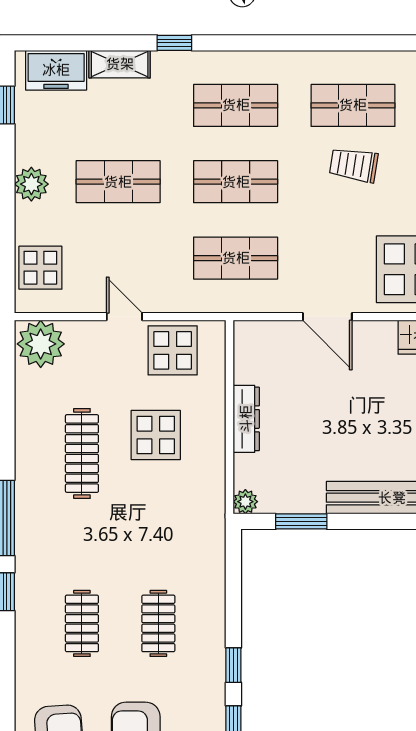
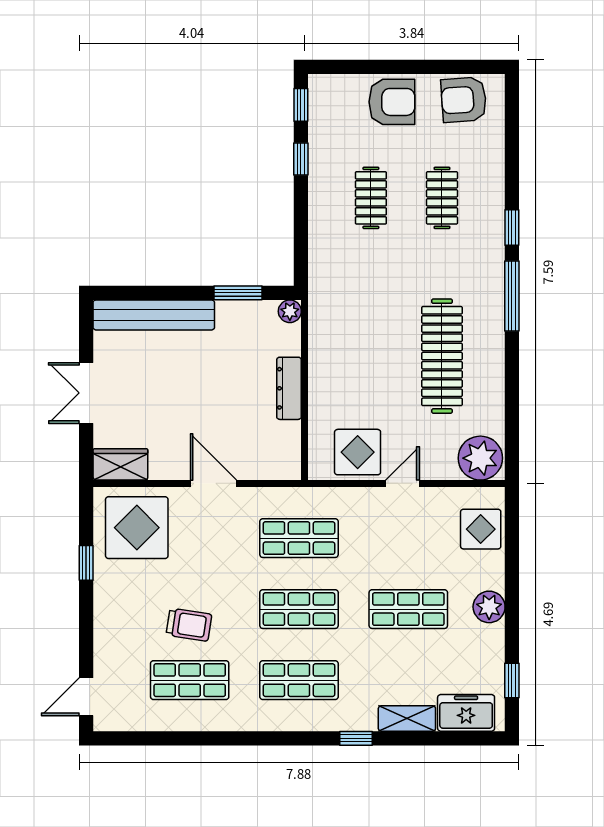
door: (124, 317) -> (402, 483), swing flipped
display table: (156, 435) -> (373, 373), removed
clothes rail: (82, 454) -> (442, 356), width x1.37, depth x1.31

